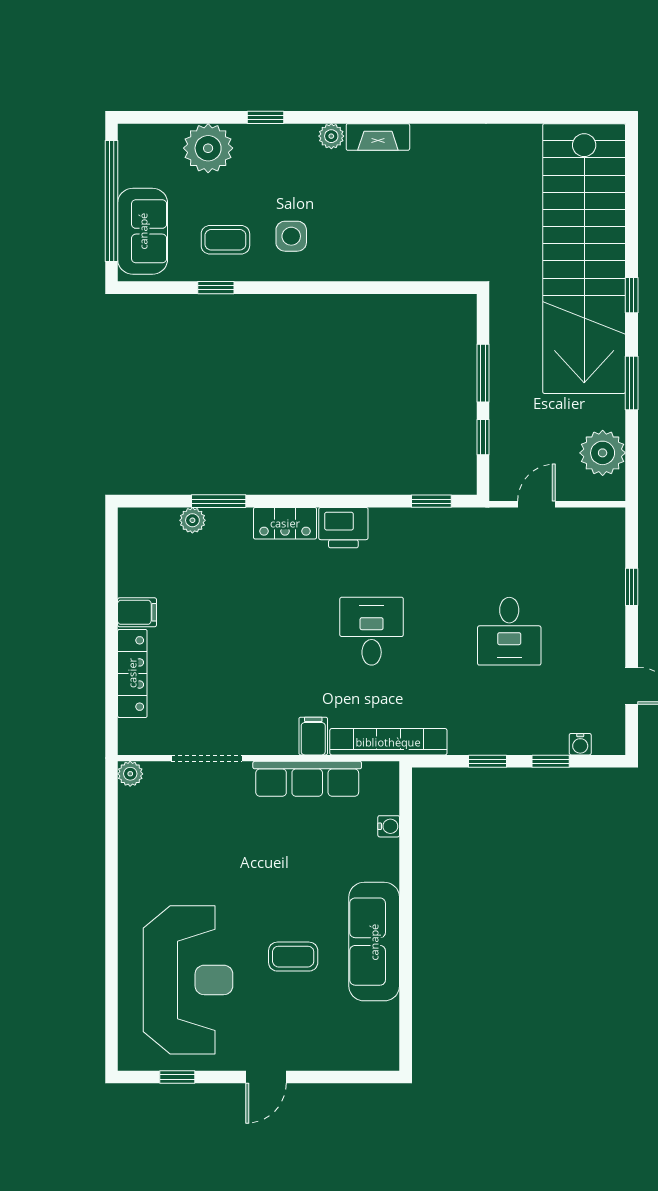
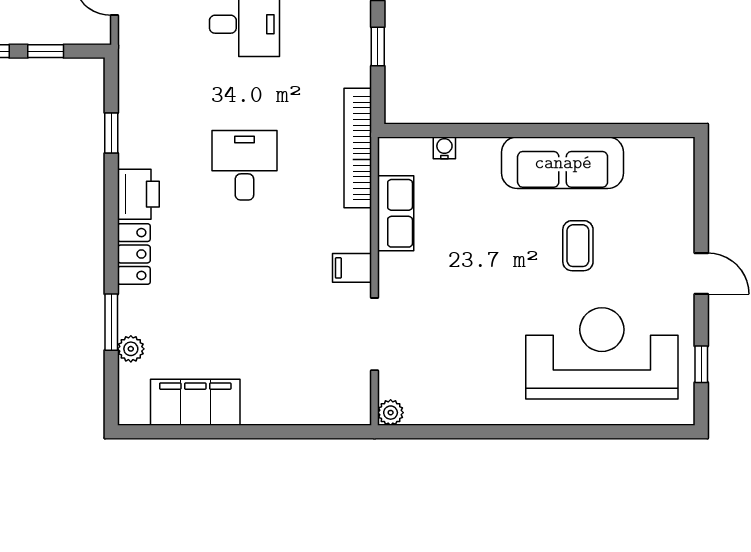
window: (431, 501) -> (111, 133), moved
filing cabinet: (137, 612) -> (195, 402), width x3.00, depth x1.17
desk: (372, 631) -> (244, 165), turned 90
locker: (132, 673) -> (288, 410), removed
filing cabinet: (313, 736) -> (352, 268), moved
row of seats: (307, 779) -> (396, 213), width x0.68

